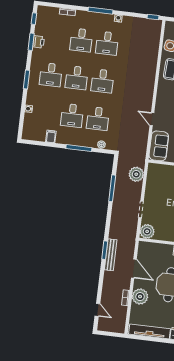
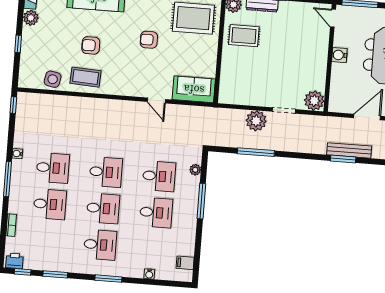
printer: (39, 42) -> (14, 261), moved
door: (152, 119) -> (156, 100), hinge flipped
filing cabinet: (51, 136) -> (185, 263), moved
plant: (136, 174) -> (256, 121), moved

